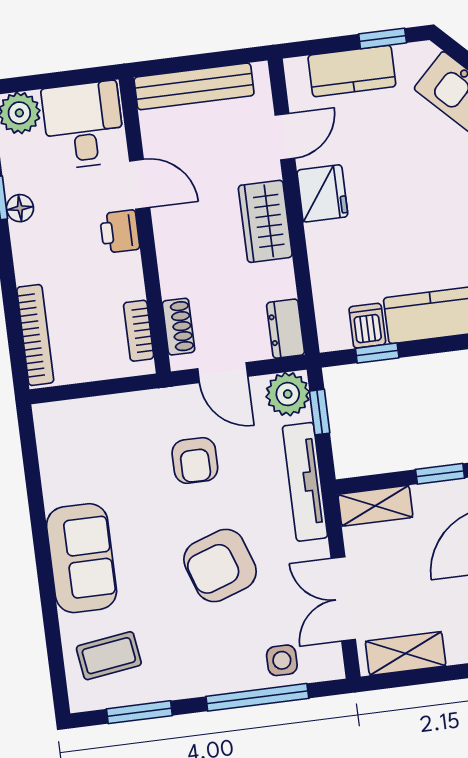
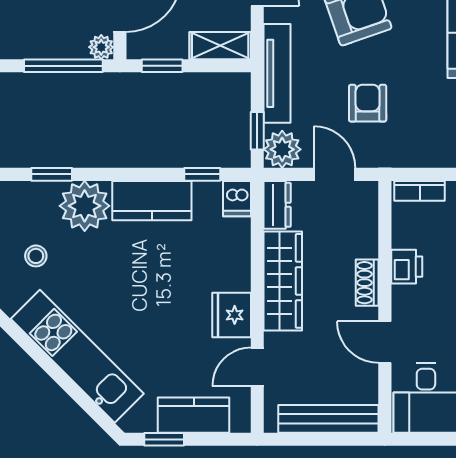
wardrobe: (265, 221) -> (283, 281), width x1.50
printer: (120, 232) -> (407, 267), moved
dishwasher: (367, 326) -> (237, 199), moved
shoe rack: (178, 327) -> (367, 283), moved
bookcase: (139, 331) -> (420, 191), moved, turned 90

